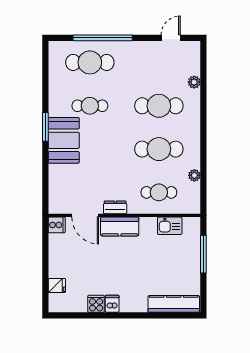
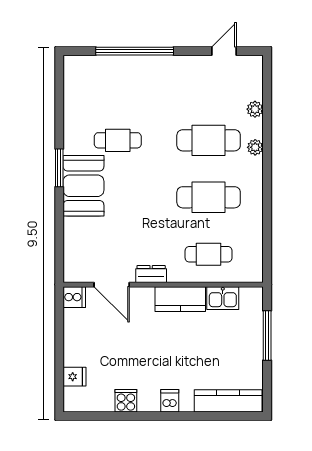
cafe table: (90, 62) -> (118, 83), removed
plant: (194, 175) -> (255, 147), moved
kitchen counter: (120, 226) -> (180, 299), moved
dishwasher: (112, 304) -> (170, 401), moved

